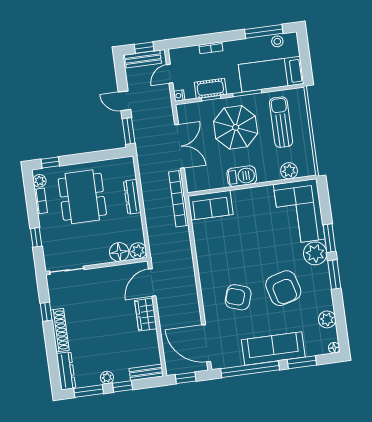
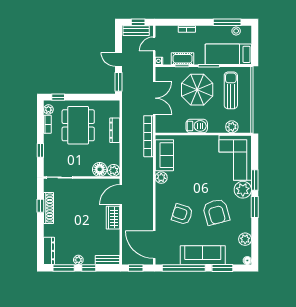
sofa: (210, 205) -> (164, 155), moved, turned -90
plant: (203, 252) -> (161, 178), added
shoe rack: (60, 330) -> (49, 208), moved

